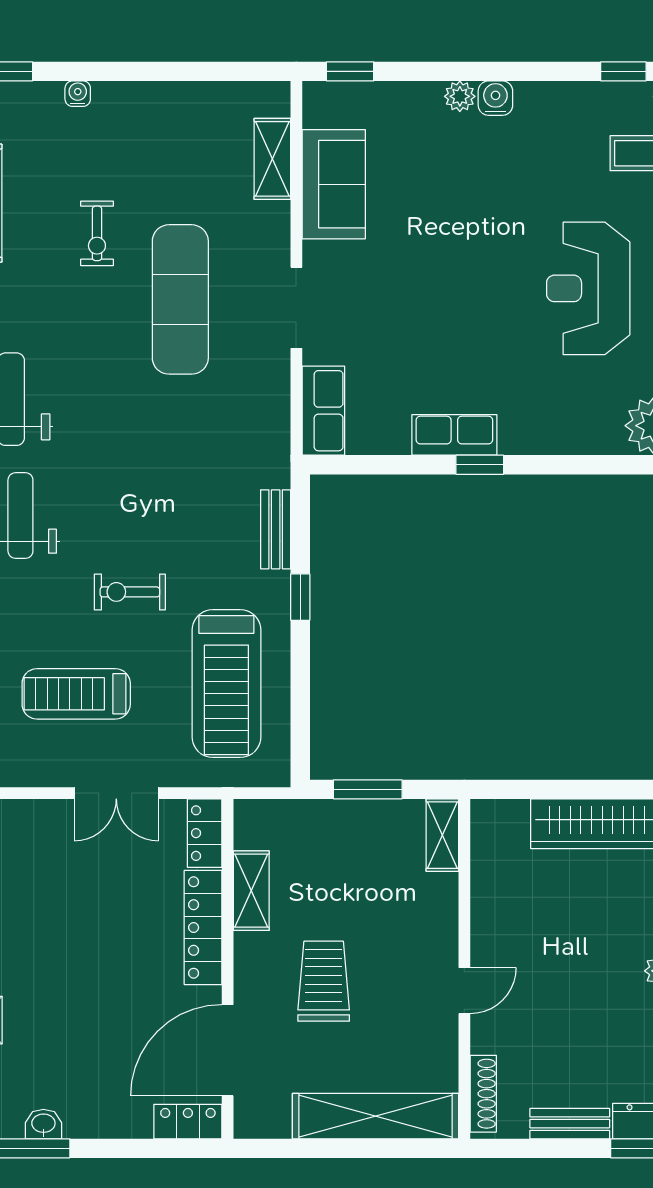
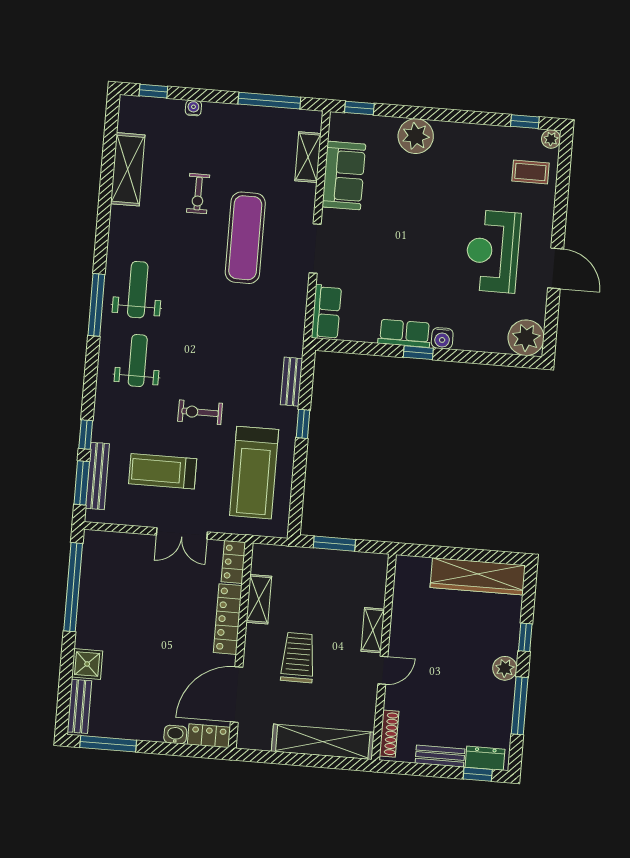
window: (201, 71) -> (269, 101), added
plant: (460, 96) -> (416, 136), width x1.87, depth x1.87
water cooler: (495, 98) -> (442, 338), moved, turned 180
shelving: (442, 835) -> (373, 630), moved
washbasin: (43, 1124) -> (175, 735), moved

